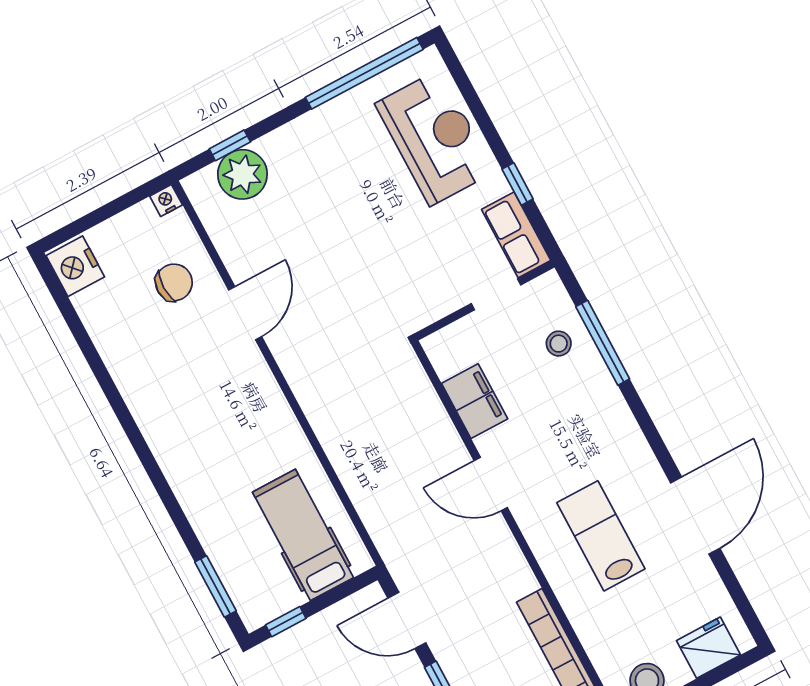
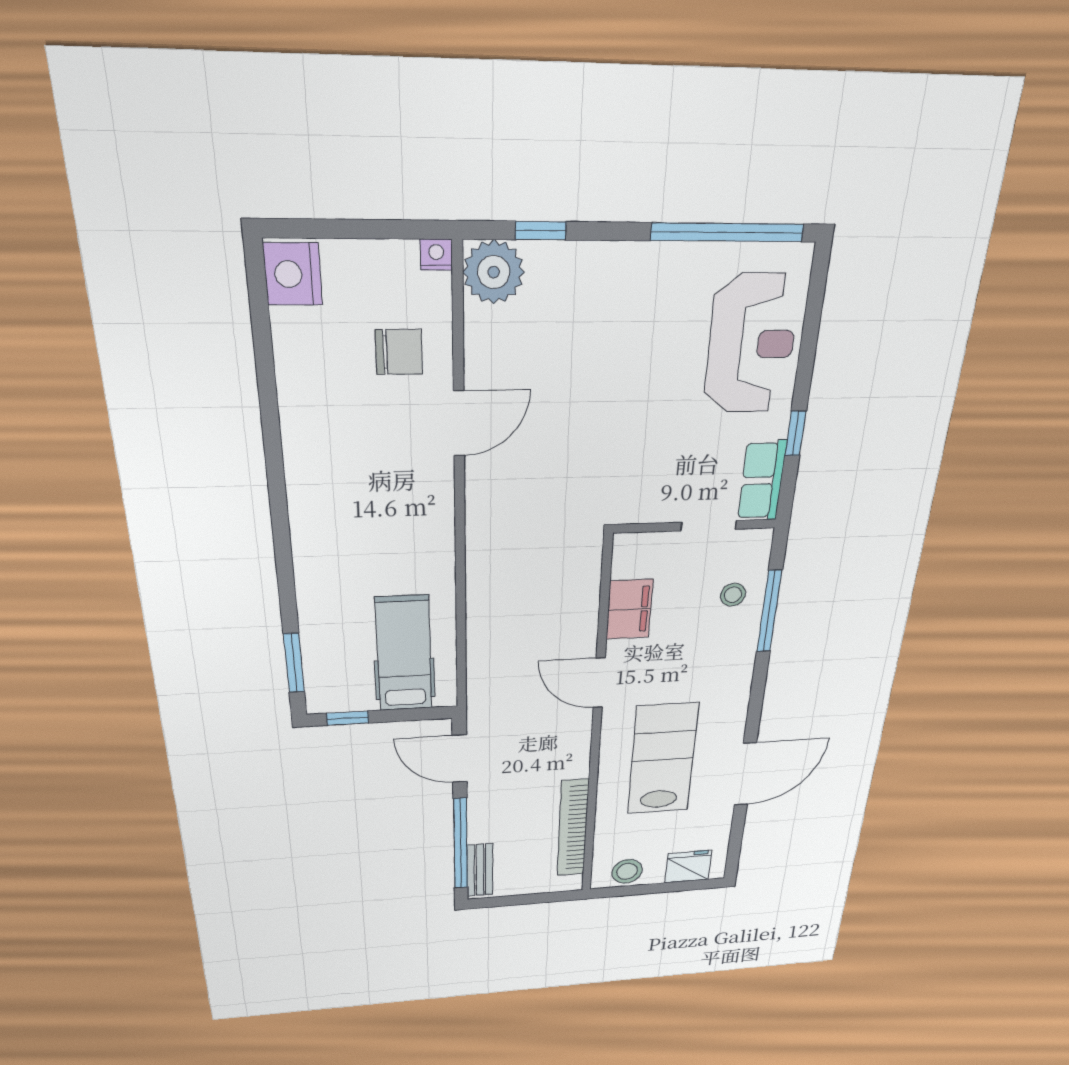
plant: (242, 174) -> (494, 272), moved
lab bench: (601, 536) -> (663, 759), width x1.36, depth x1.39

